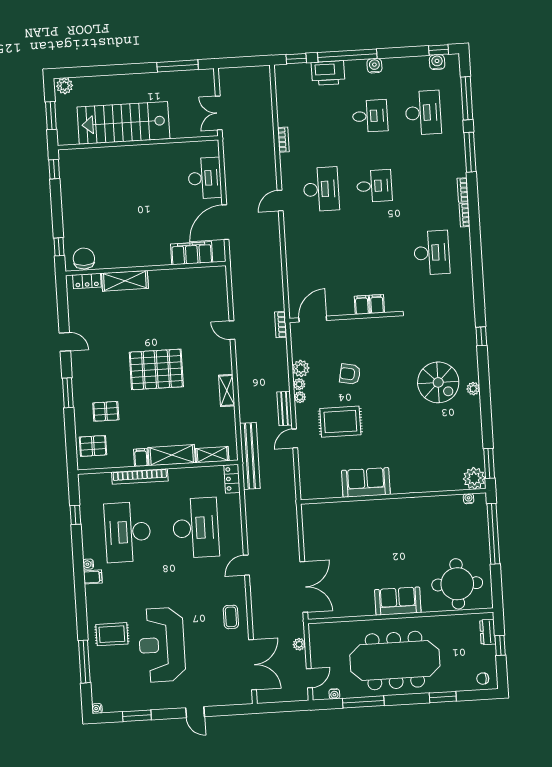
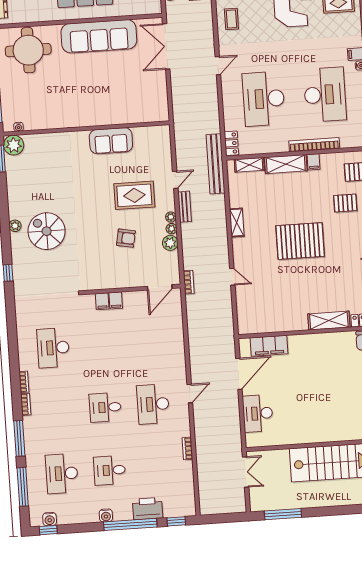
sofa: (398, 601) -> (99, 36), width x1.85, depth x1.27

